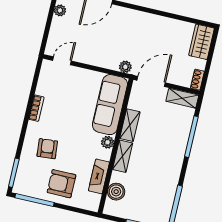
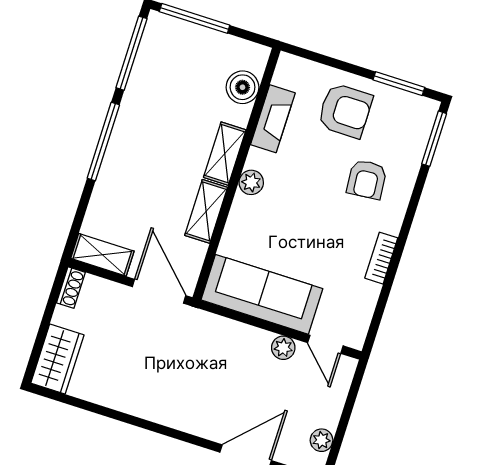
door: (62, 61) -> (325, 344), hinge flipped
plant: (125, 67) -> (283, 348), moved
door: (151, 81) -> (159, 291), swing flipped
sofa: (110, 105) -> (262, 294), moved, turned -90
window: (191, 137) -> (103, 141), moved
window: (34, 200) -> (399, 84), width x0.69

